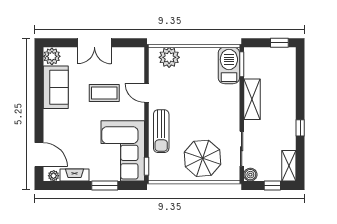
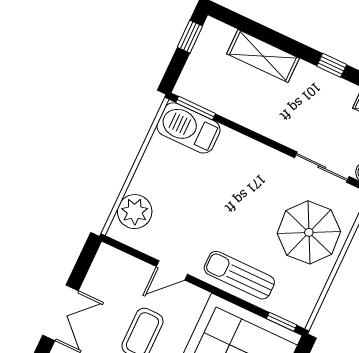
shelving: (252, 99) -> (263, 56), moved
sun lounger: (161, 131) -> (239, 275), turned 180

